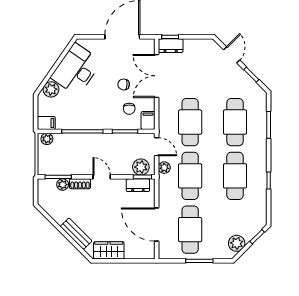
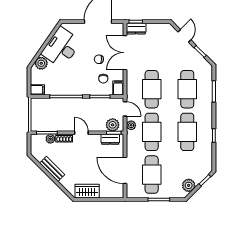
plant: (47, 139) -> (38, 103), removed
bench: (76, 234) -> (52, 169), moved

